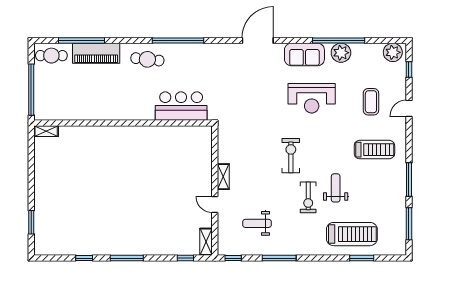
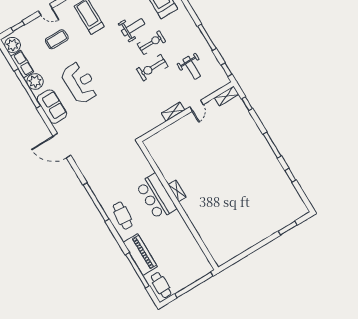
row of seats: (367, 50) -> (22, 64), added
bar counter: (181, 106) -> (156, 197), moved
shelving: (46, 131) -> (177, 191), moved
exercise bike: (291, 156) -> (152, 68), moved
weight bench: (336, 188) -> (133, 27), turned 180

